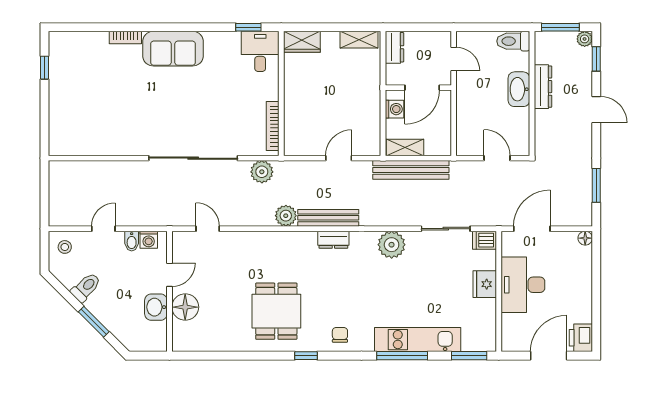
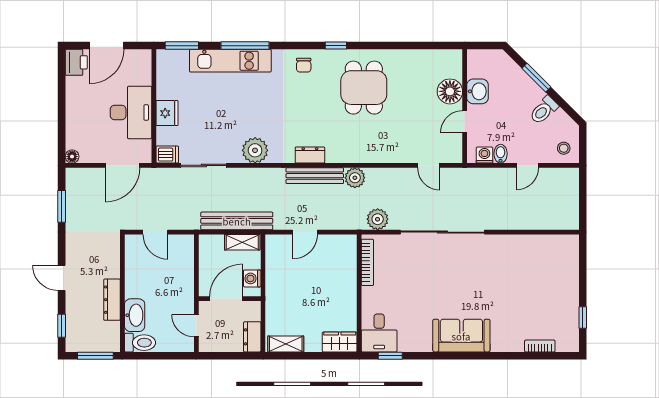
bookcase: (125, 38) -> (540, 346), moved
plant: (585, 39) -> (73, 345), removed
washbasin: (519, 89) -> (135, 315), moved

